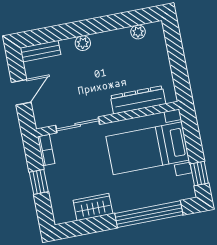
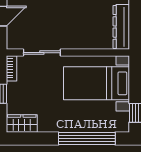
dresser: (138, 100) -> (121, 27), moved, turned -90
wardrobe: (93, 207) -> (22, 123), moved

